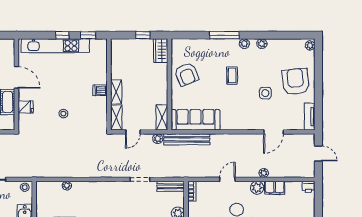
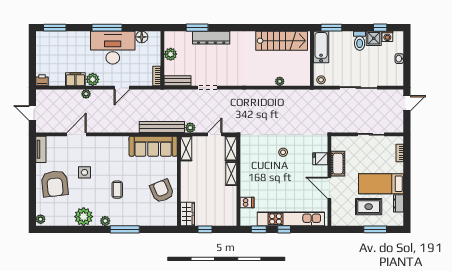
plant: (262, 44) -> (84, 217), width x1.88, depth x1.88
dishwasher: (100, 90) -> (247, 203), moved

